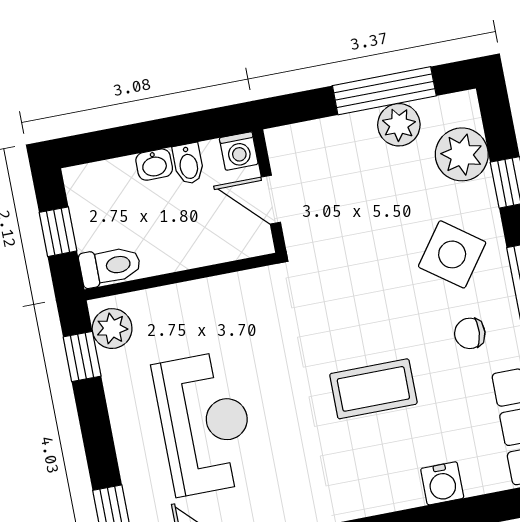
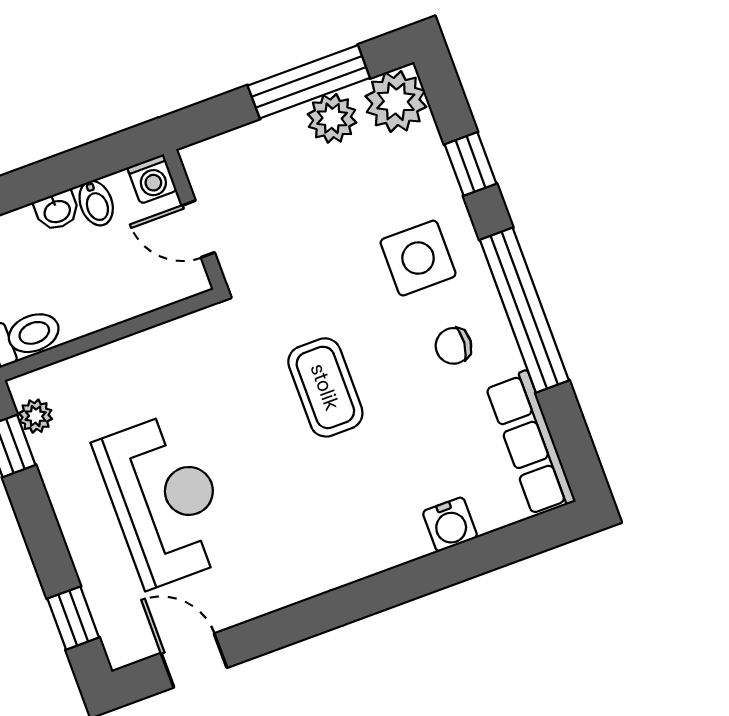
plant: (462, 154) -> (396, 101), moved
side table: (452, 254) -> (418, 258), turned -36
plant: (112, 329) -> (36, 416), width x0.73, depth x0.73
coffee table: (373, 389) -> (325, 387), moved, turned 90

